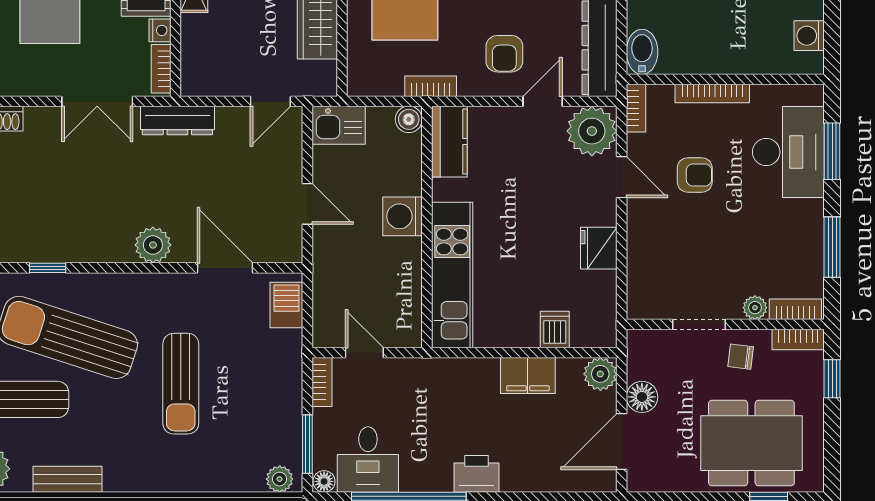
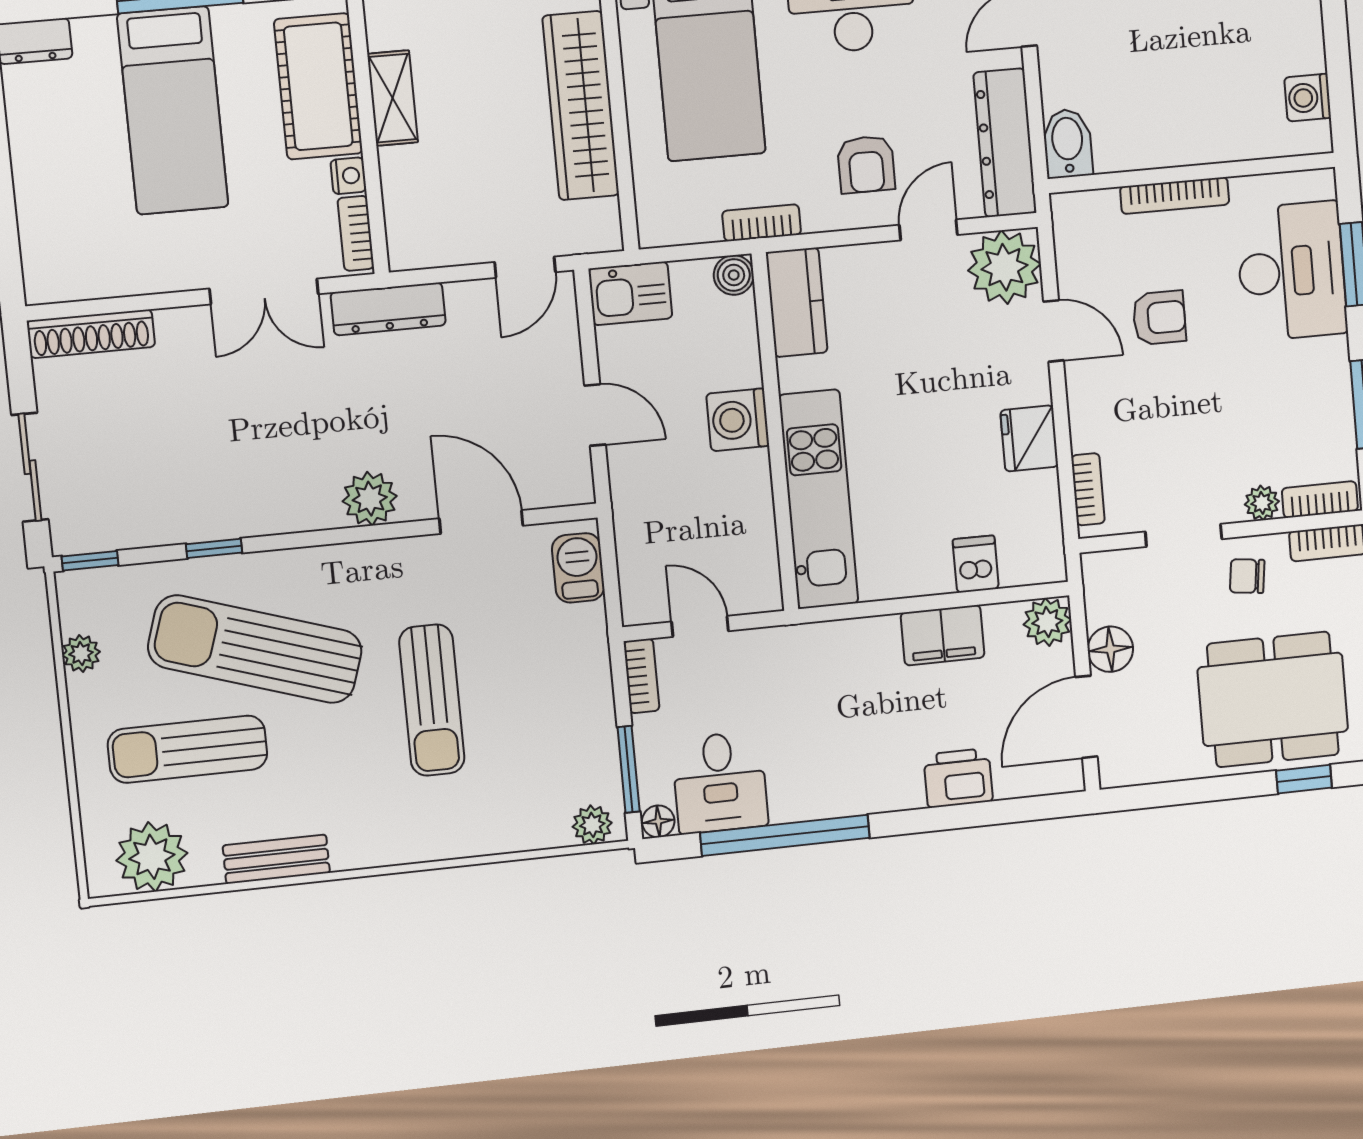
bookcase: (636, 108) -> (1088, 489), moved
printer: (476, 474) -> (958, 778), moved

